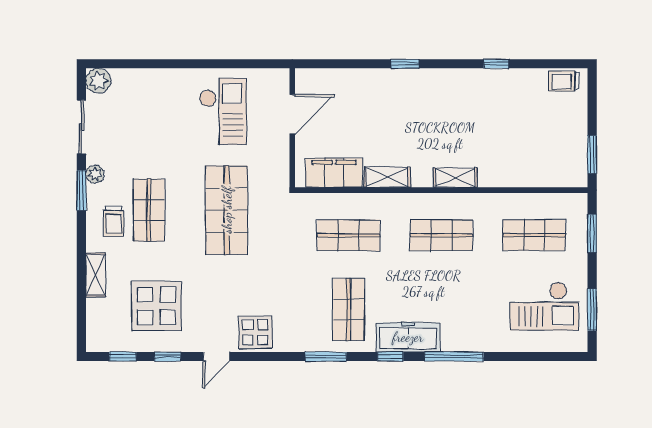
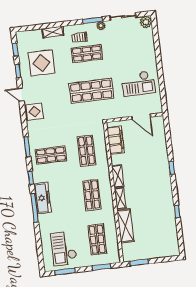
trolley: (564, 81) -> (173, 245), removed
shelving: (513, 174) -> (125, 226), added
shelving: (387, 177) -> (118, 176), moved
freezer: (408, 337) -> (43, 198), moved

